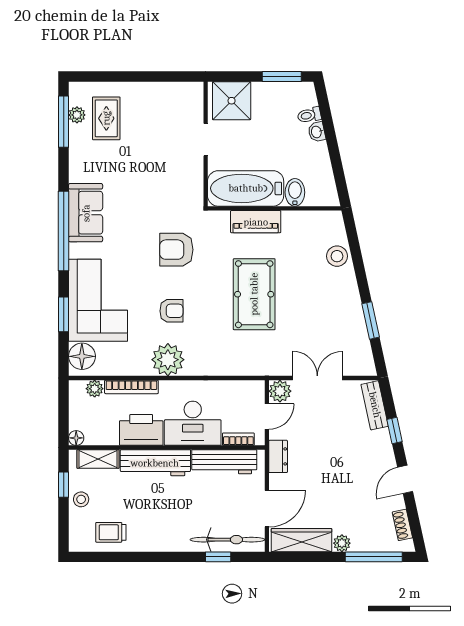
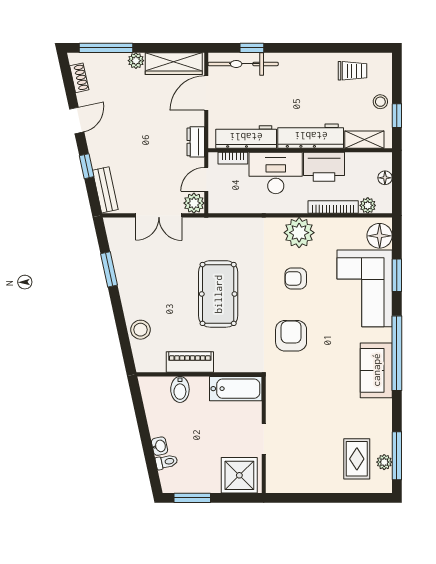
bathtub: (246, 188) -> (236, 389), width x0.73, depth x0.73
piano: (256, 222) -> (190, 362), moved
armchair: (176, 250) -> (291, 336), turned -90
floor lamp: (76, 438) -> (385, 178), moved

